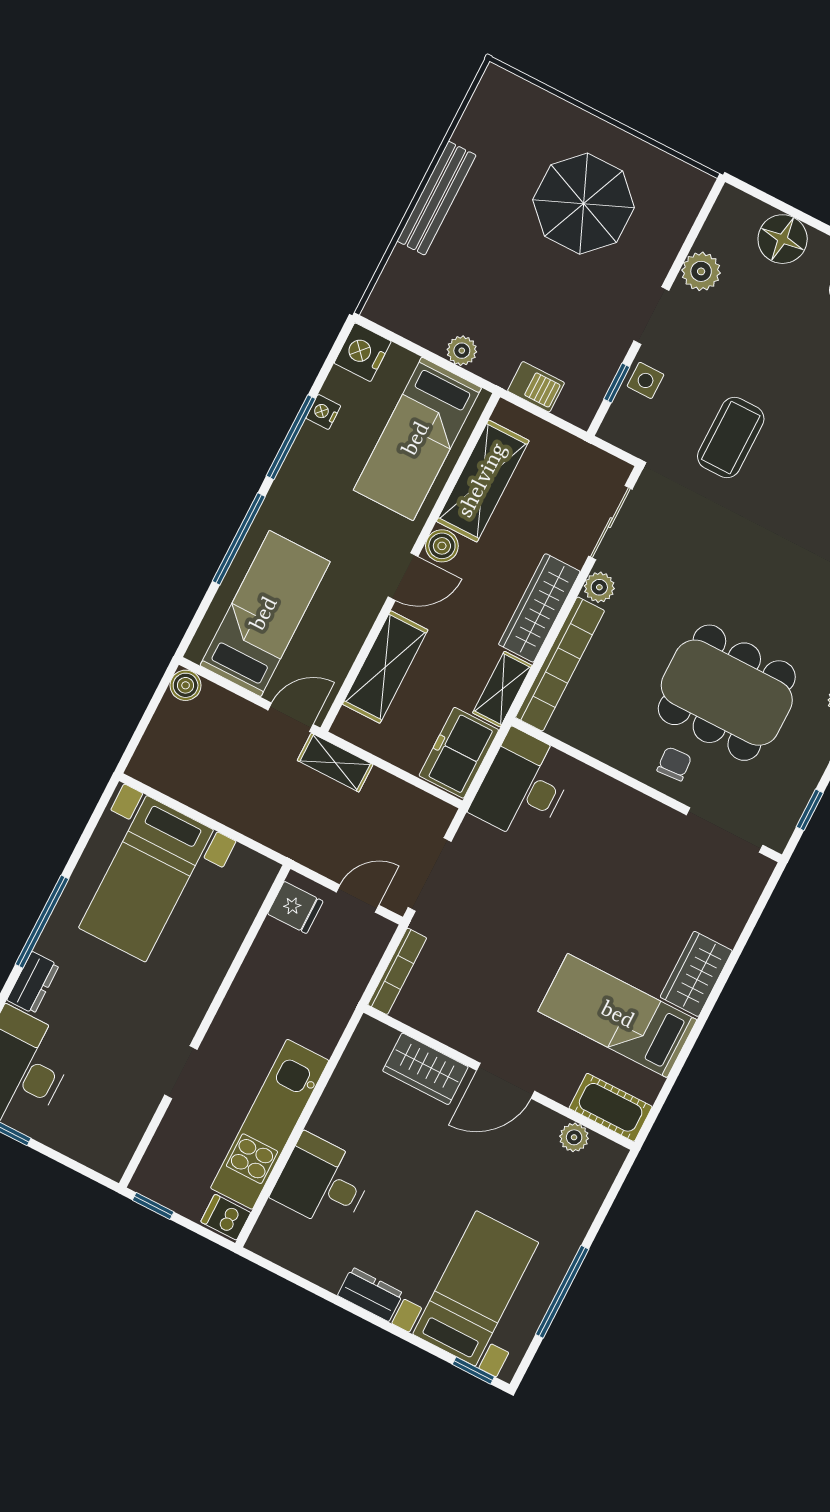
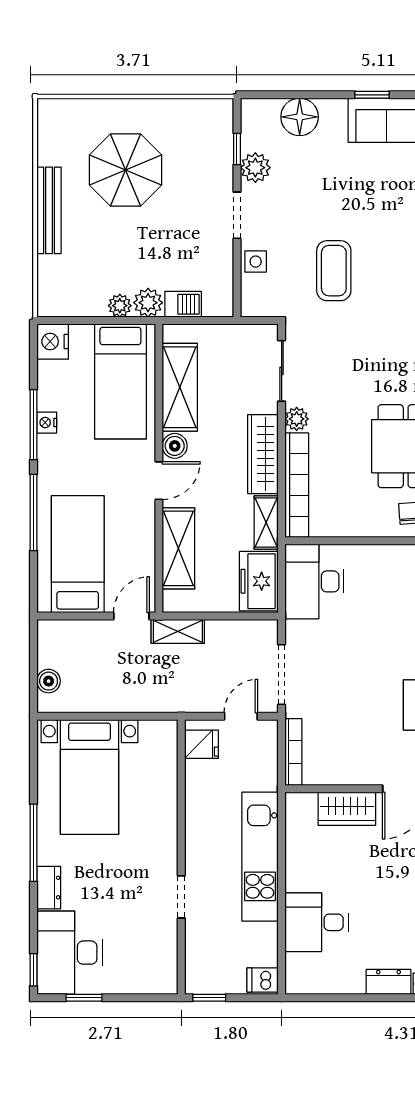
parasol: (584, 204) -> (125, 170), moved
plant: (496, 364) -> (148, 303), added
window: (617, 383) -> (237, 149), moved
nightstand: (323, 412) -> (47, 423), moved
boiler: (186, 685) -> (49, 681), moved
kitchen unit: (270, 1124) -> (260, 857), moved

